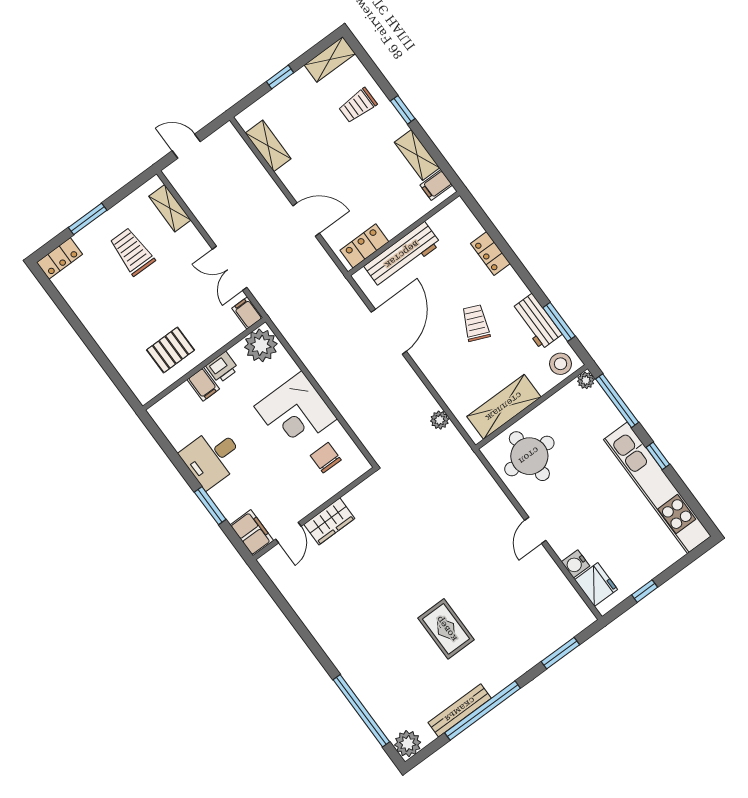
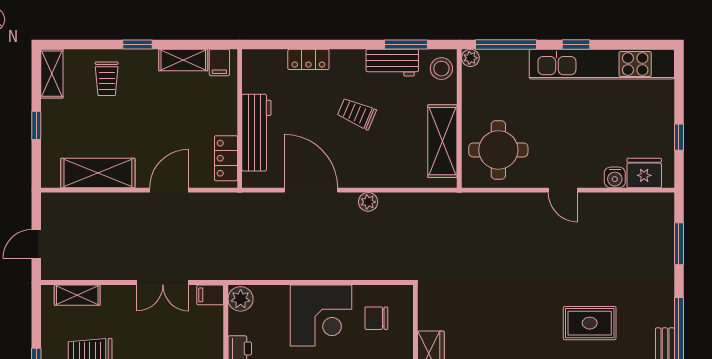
shelving: (268, 146) -> (98, 173), width x1.50, depth x1.33
plant: (261, 345) -> (241, 299), width x0.73, depth x0.73
plant: (440, 420) -> (368, 202), moved

